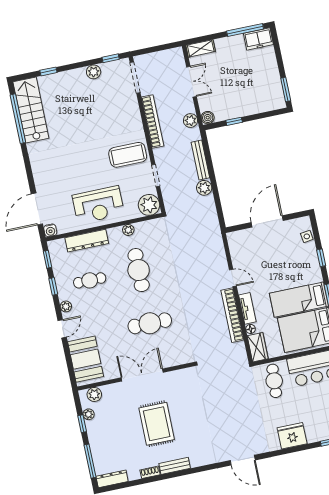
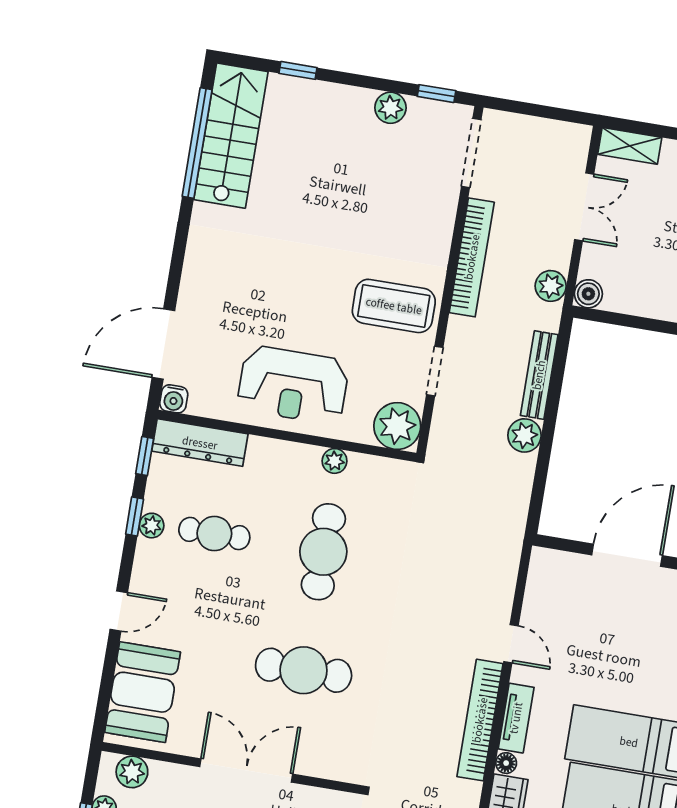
window: (234, 121) -> (640, 323), removed
dresser: (87, 241) -> (200, 443), moved
plant: (66, 306) -> (152, 526), moved

